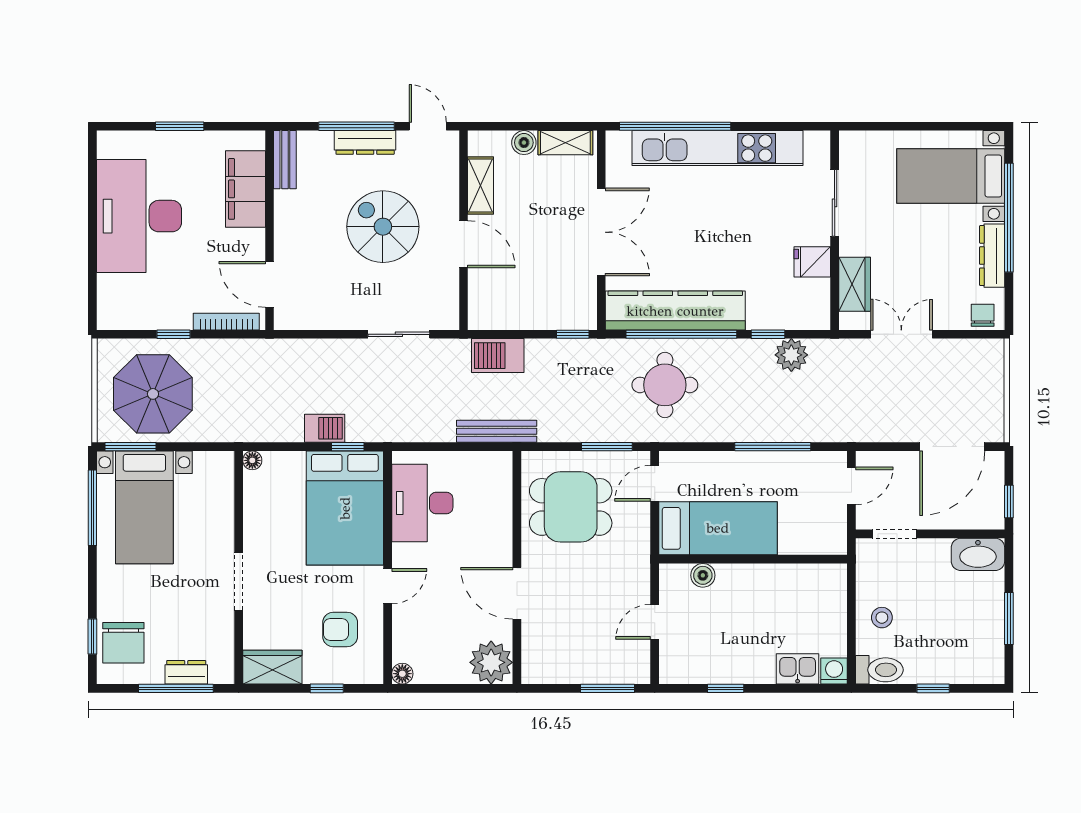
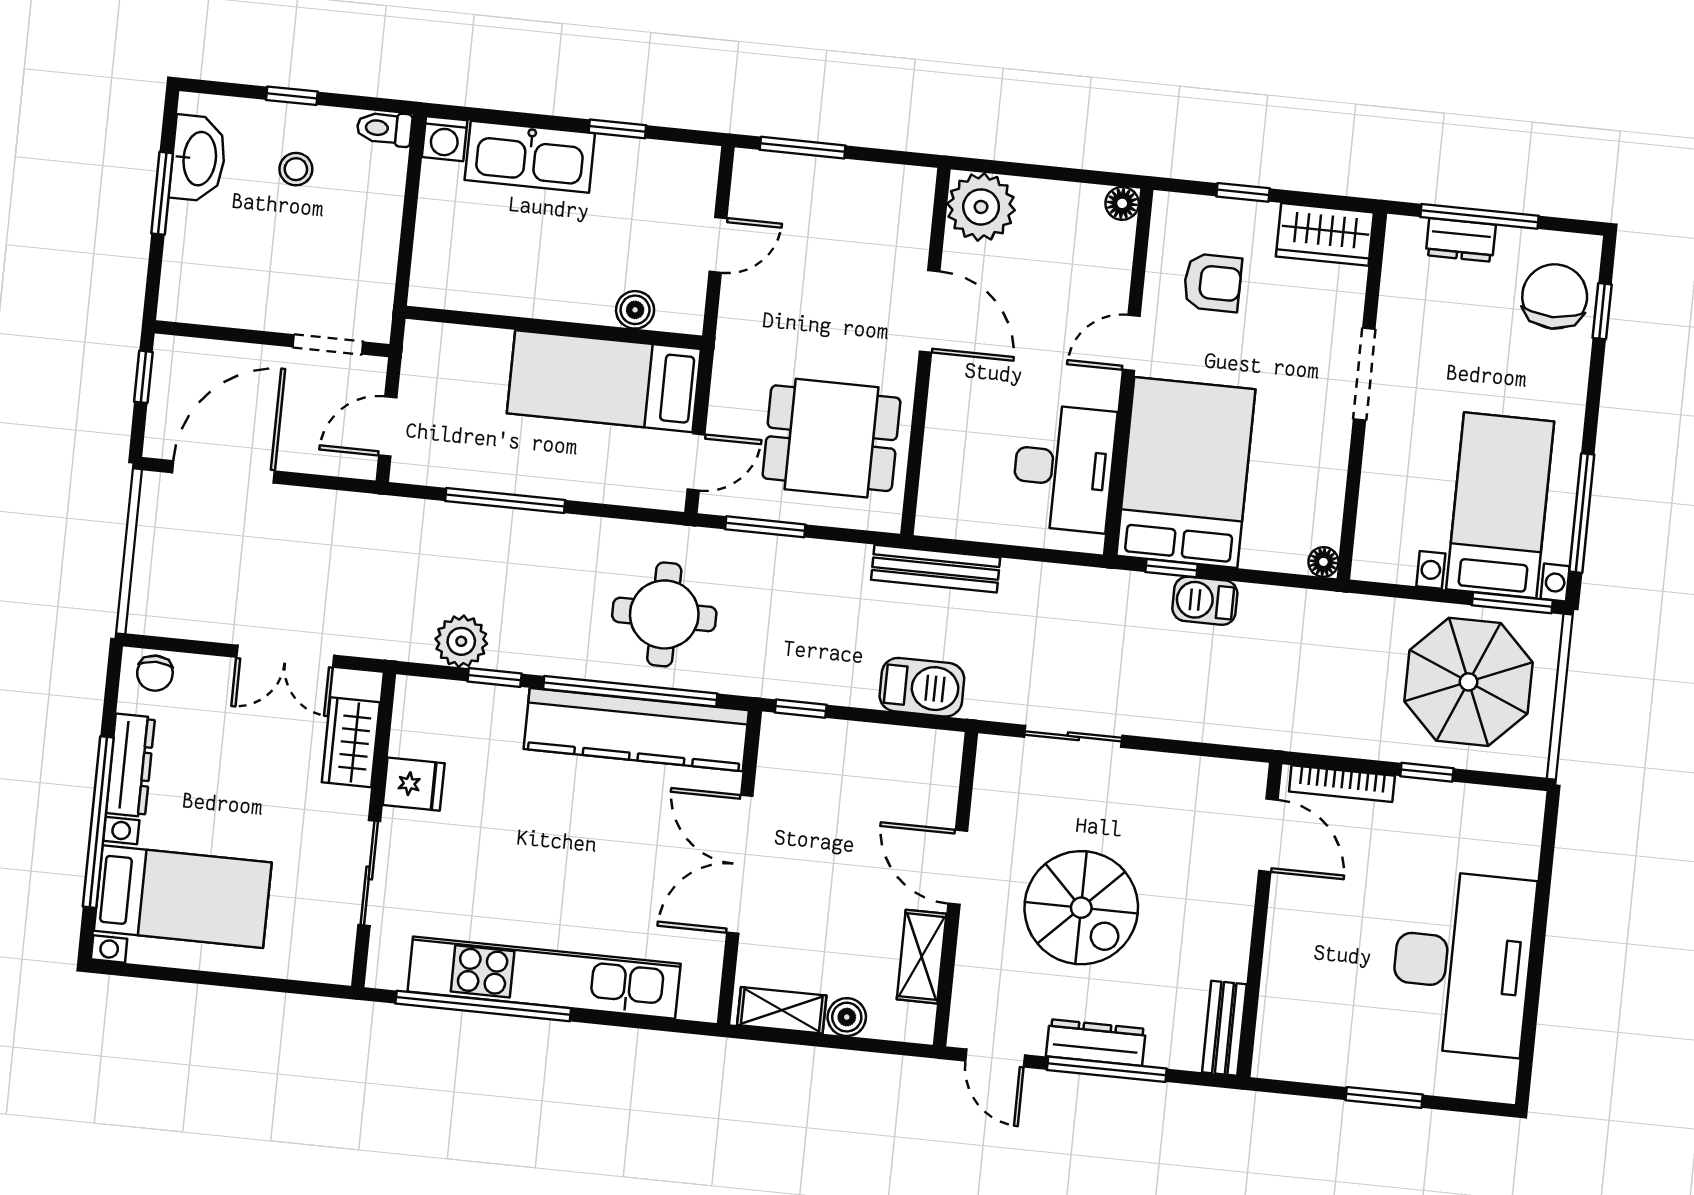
window: (675, 126) -> (483, 1006), moved
filing cabinet: (245, 189) -> (1291, 989), removed
washbasin: (978, 554) -> (198, 158), moved, turned 90
stool: (882, 618) -> (296, 169), moved
kitchen sink: (798, 669) -> (530, 157), width x1.88, depth x1.24
toilet: (879, 670) -> (384, 128), width x0.73, depth x0.72

